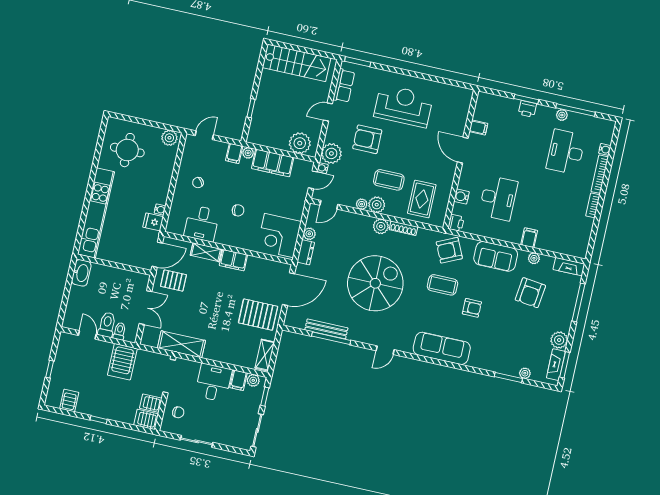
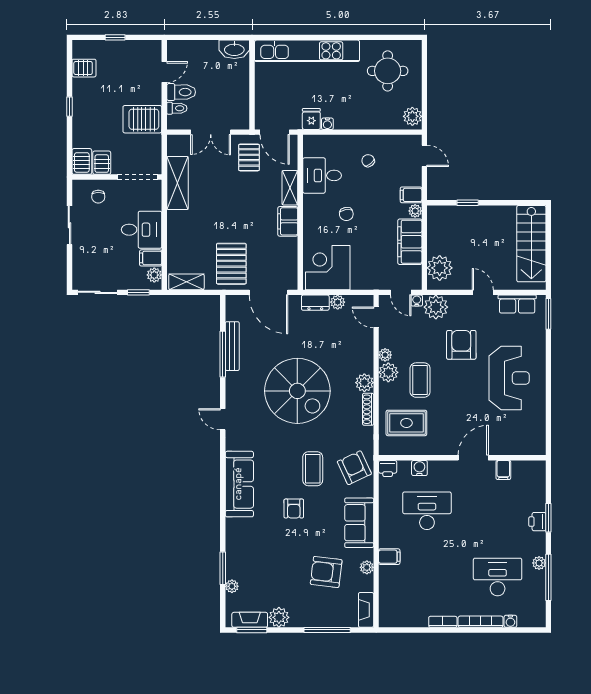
desk: (498, 198) -> (427, 511), turned 180

